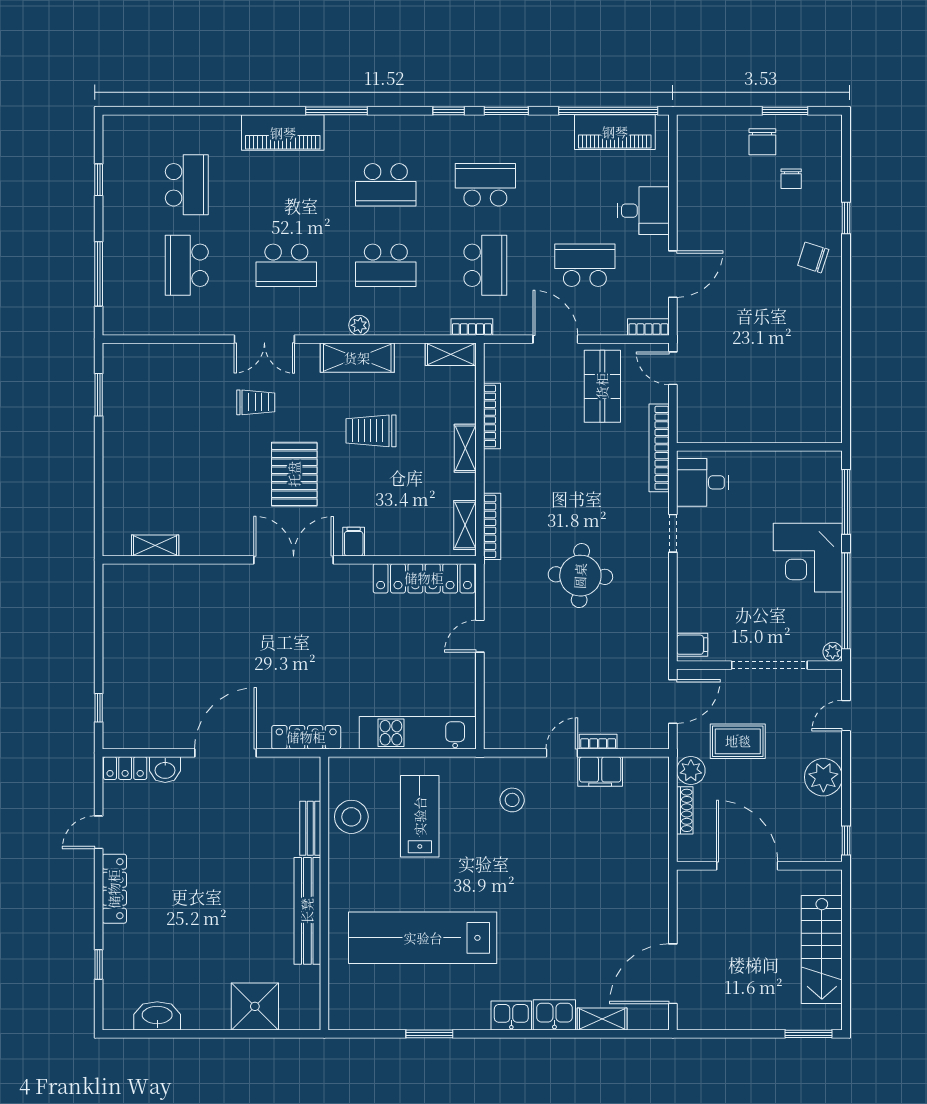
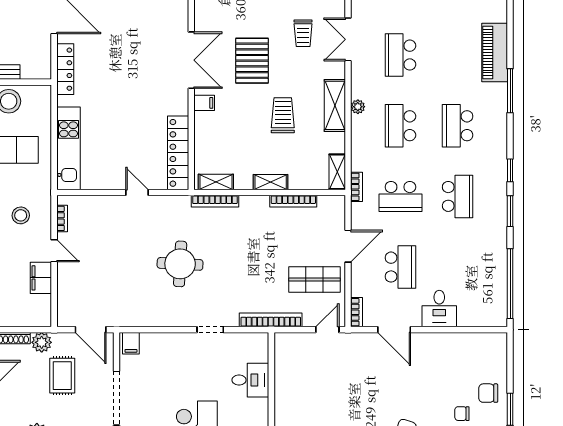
piano: (615, 132) -> (495, 288), removed
pallet: (294, 474) -> (252, 61), turned 90
desk: (703, 482) -> (250, 380), moved, turned 90
bookcase: (598, 742) -> (62, 218), moved

